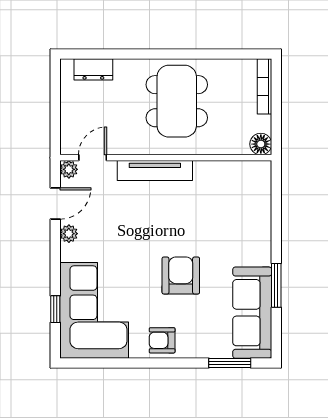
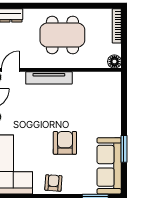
dining table: (177, 101) -> (62, 35), turned 90
armchair: (162, 340) -> (53, 183), turned 94

